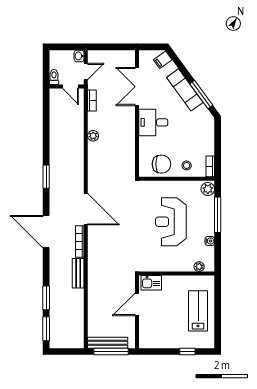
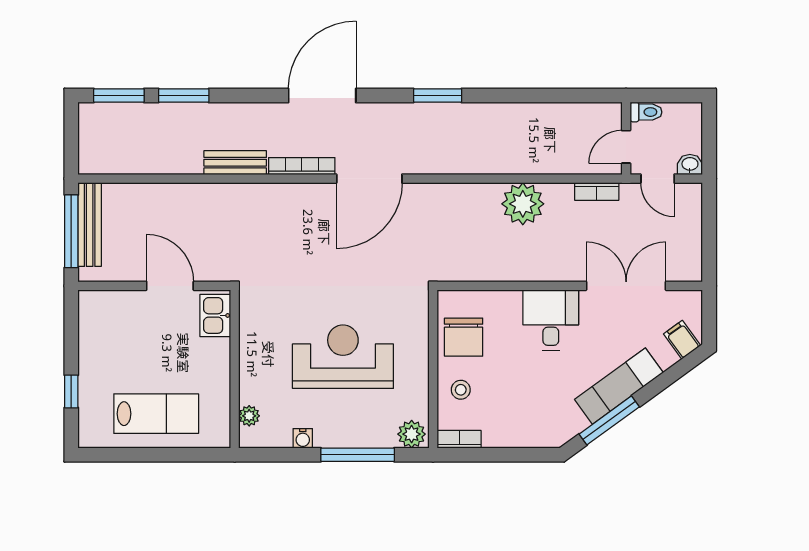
plant: (93, 136) -> (523, 204), width x1.87, depth x1.87

